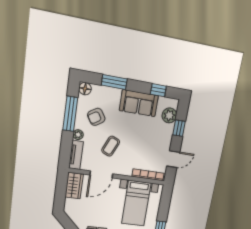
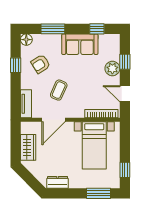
window: (70, 114) -> (16, 65), width x0.46
plant: (169, 115) -> (112, 69), moved
plant: (78, 135) -> (25, 84), removed
door: (173, 159) -> (125, 94), swing flipped
wardrobe: (74, 186) -> (28, 147), moved

